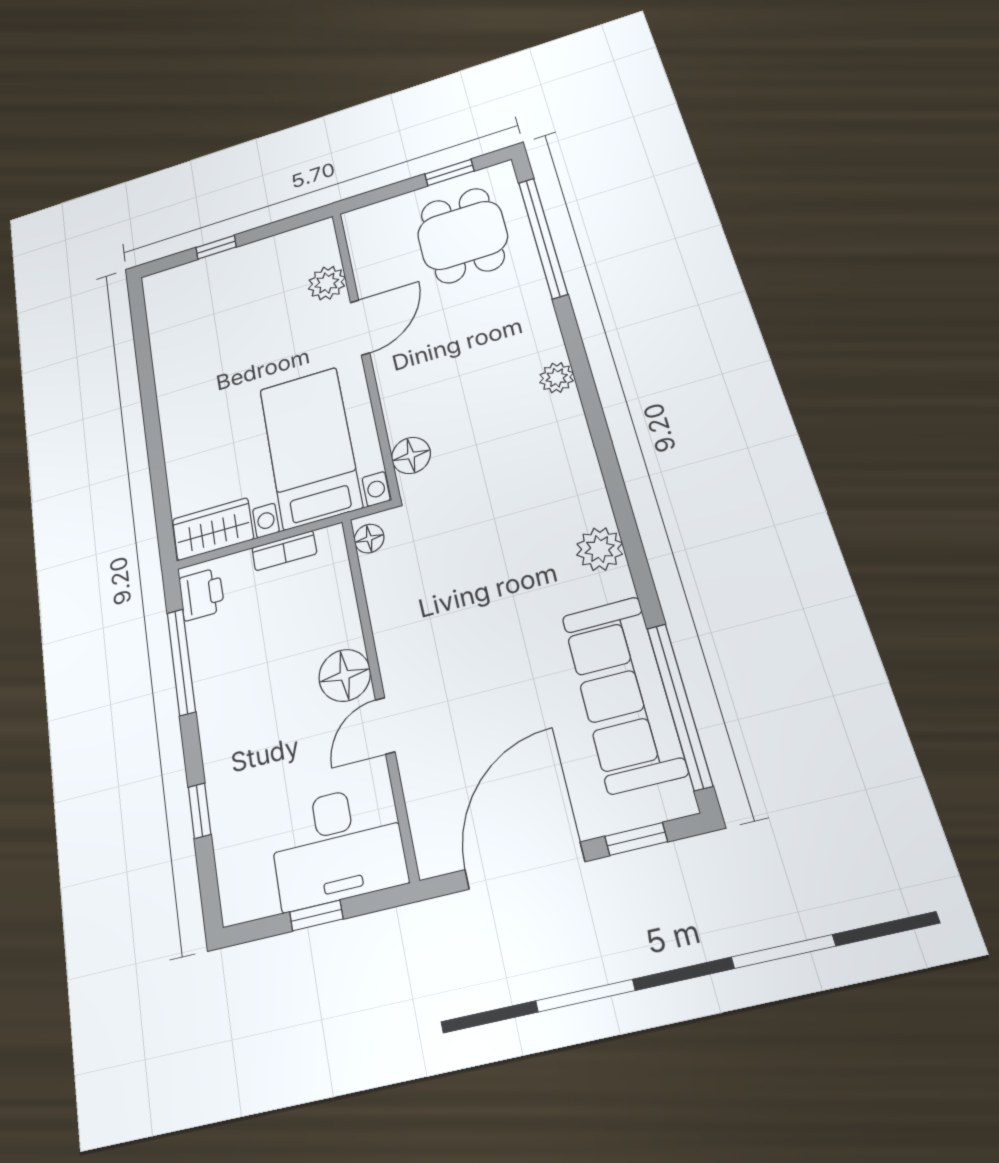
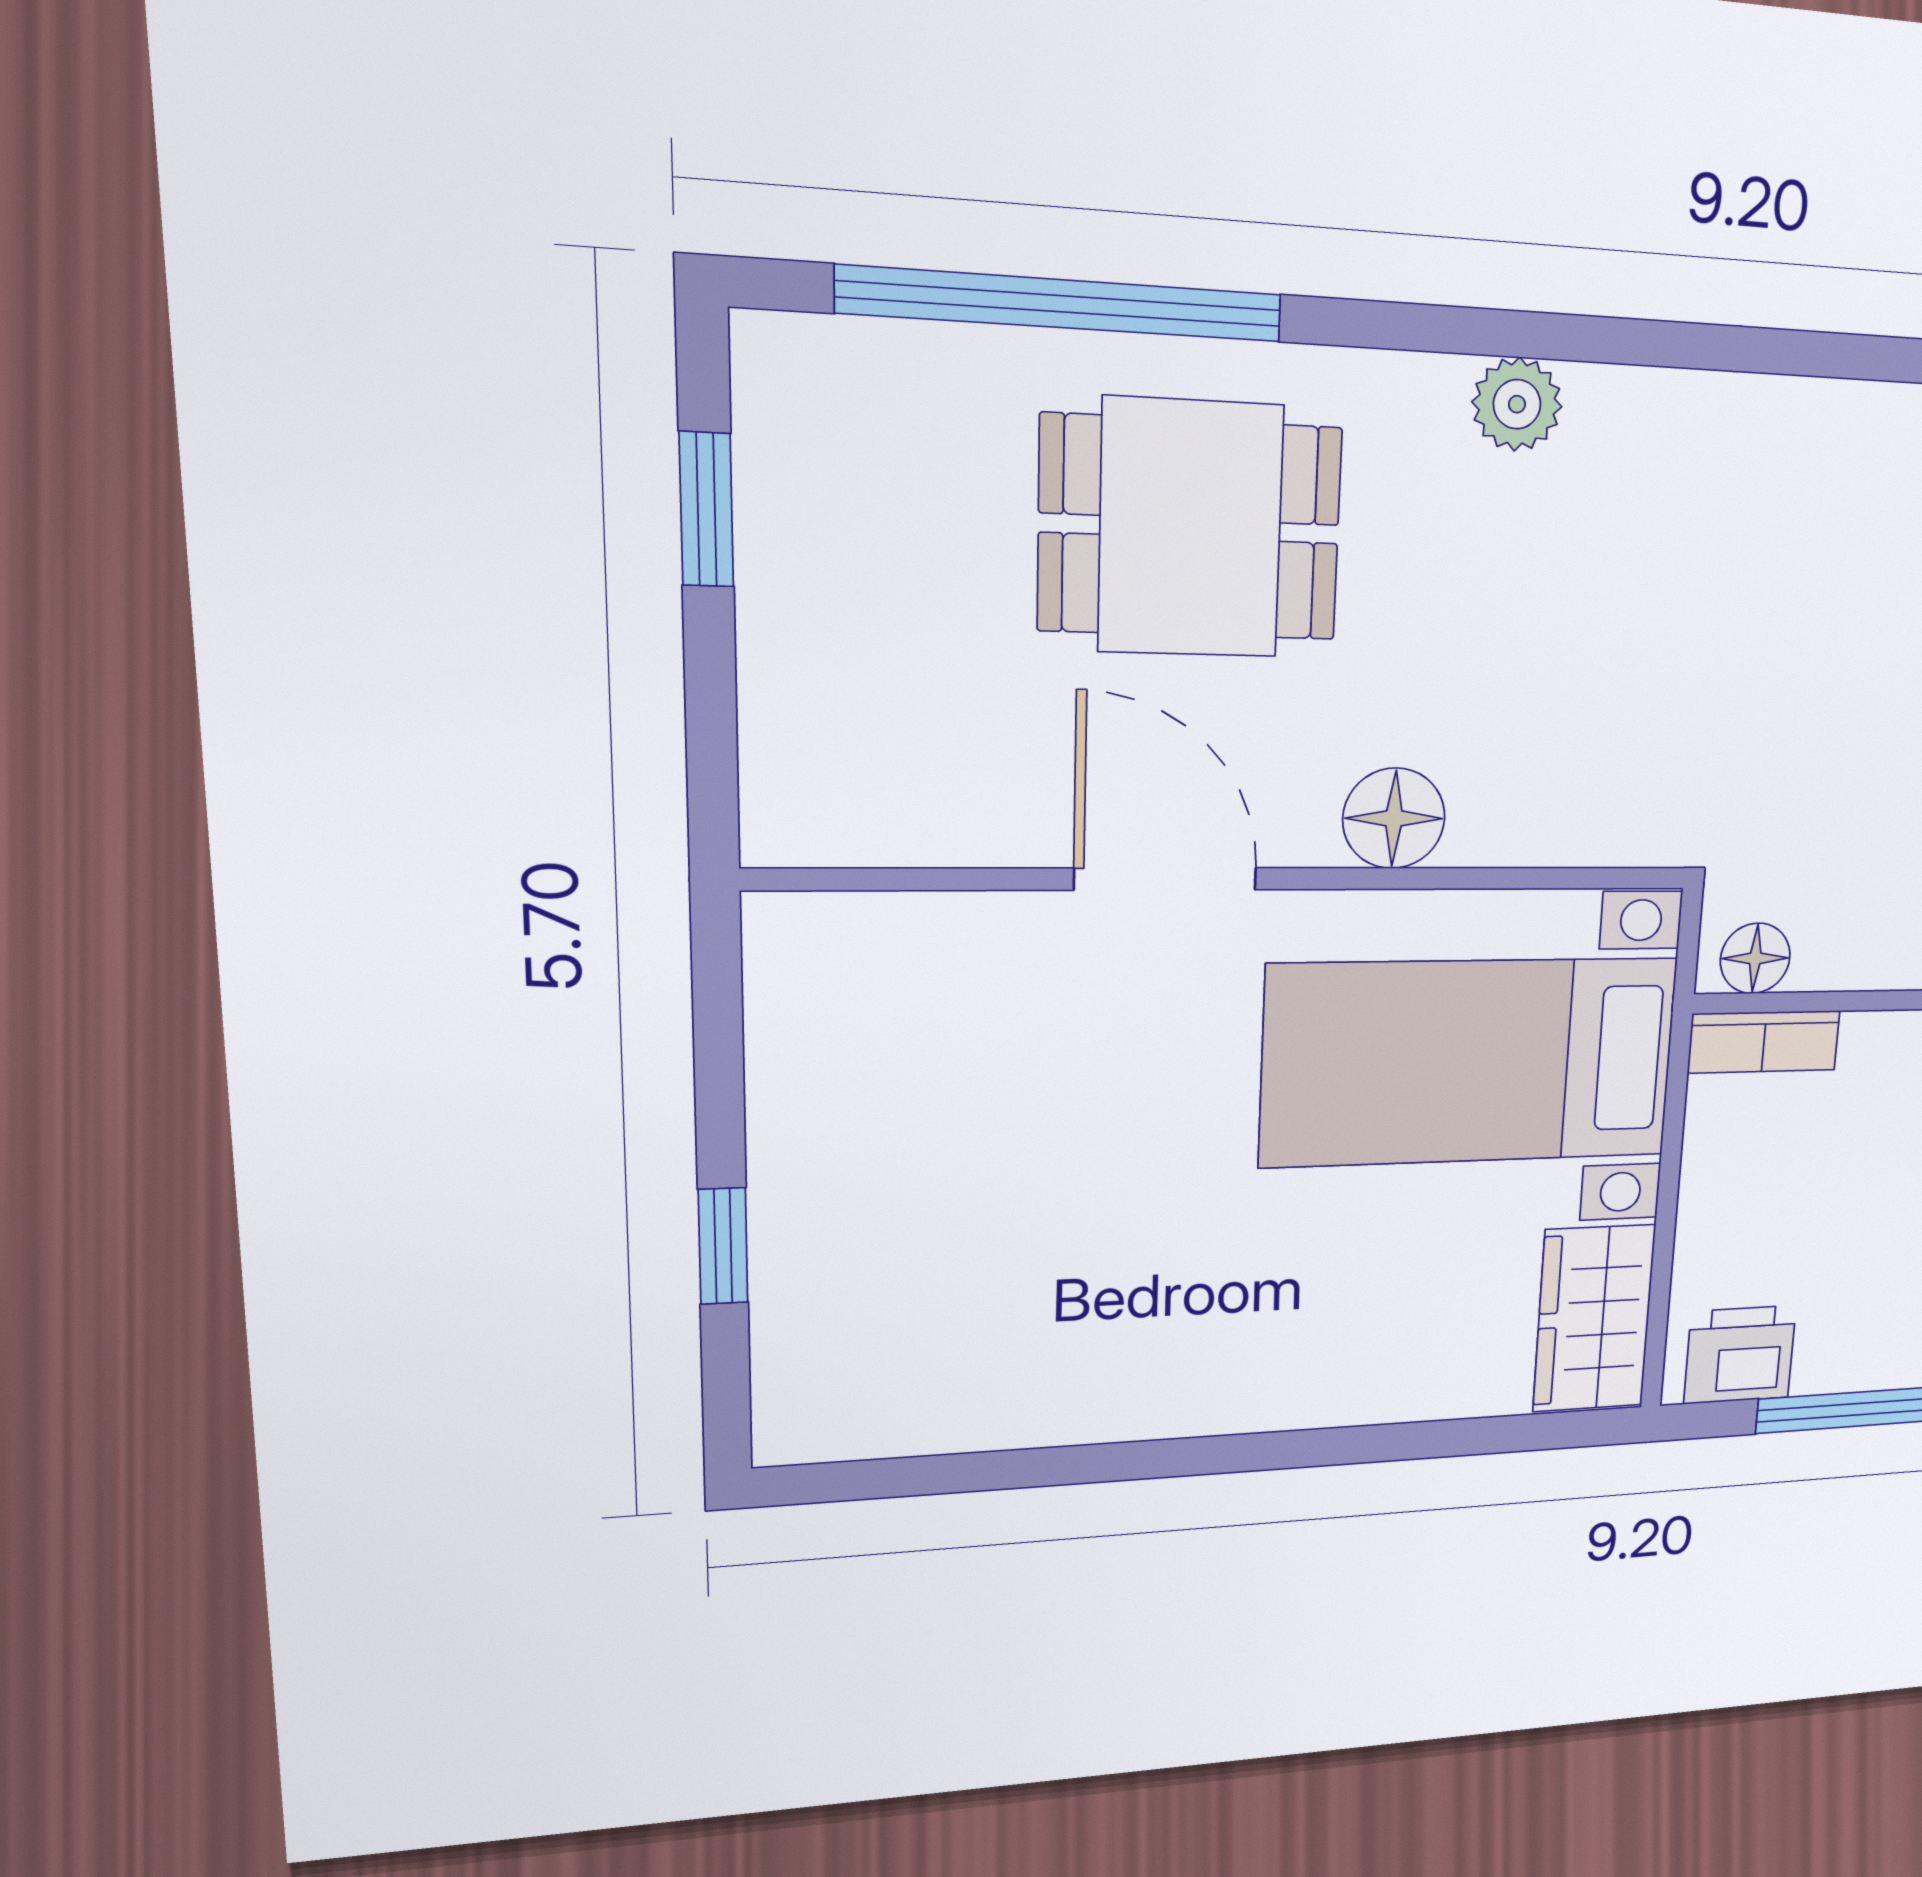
dining table: (462, 235) -> (1191, 529), moved
plant: (327, 283) -> (980, 945), removed
floor lamp: (411, 455) -> (1394, 818), moved
bookcase: (284, 551) -> (1764, 1042), moved, turned 90

